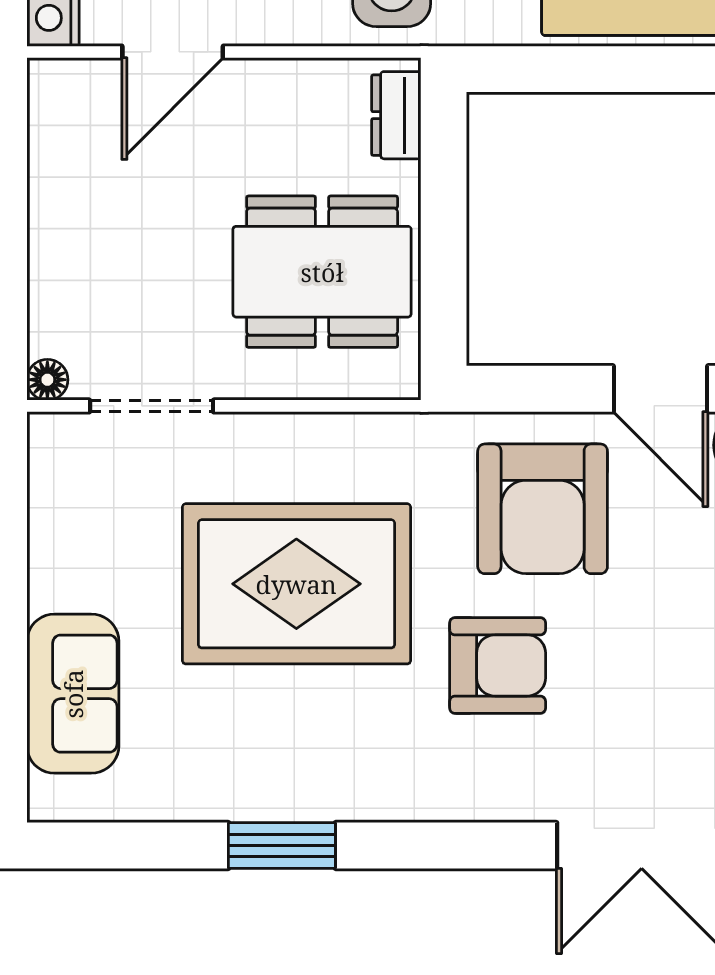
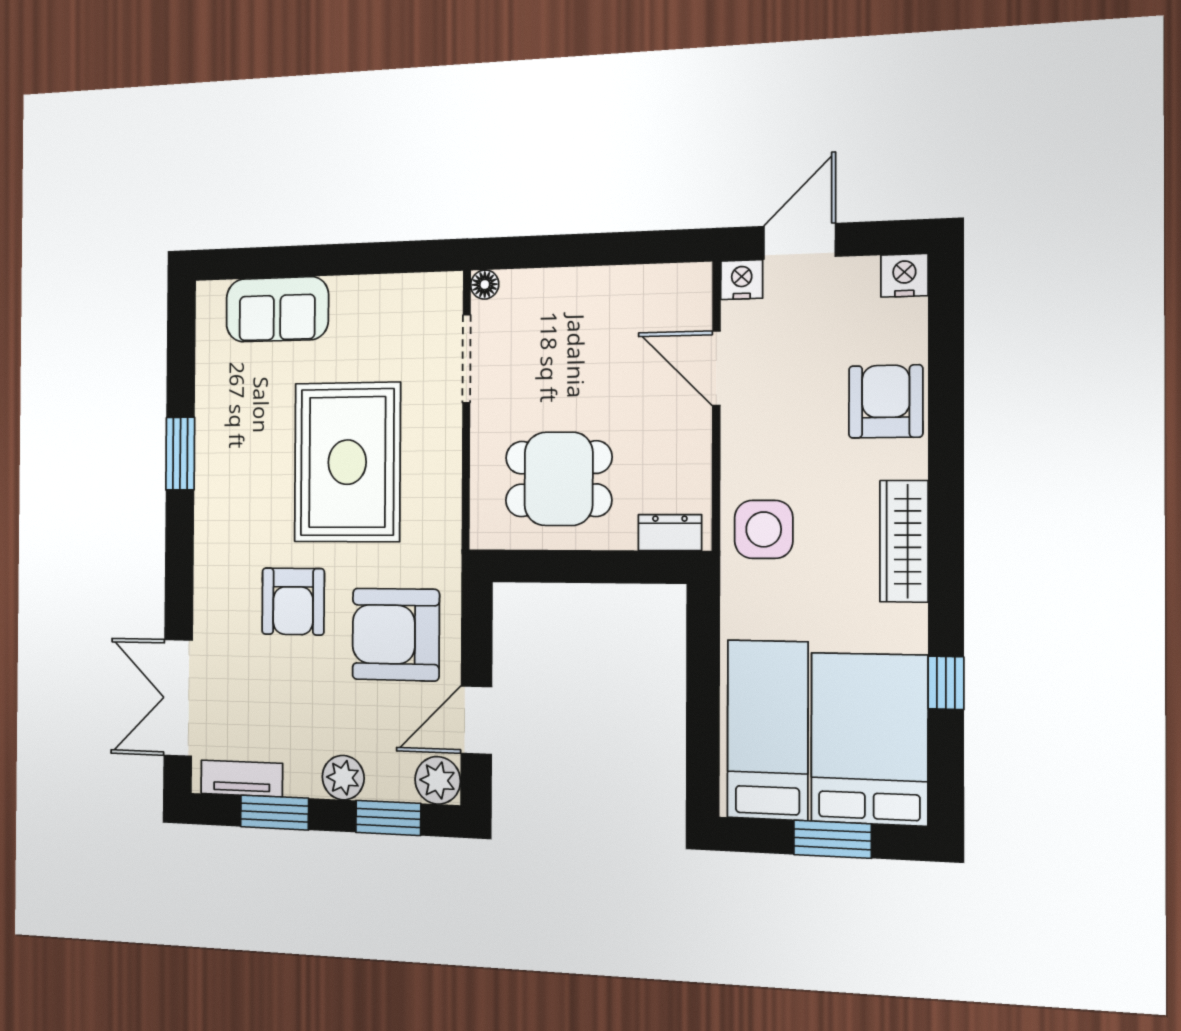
dining table: (322, 272) -> (559, 479), width x0.73

